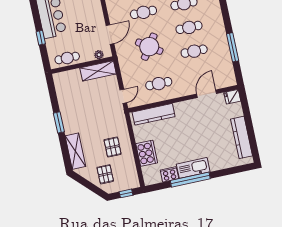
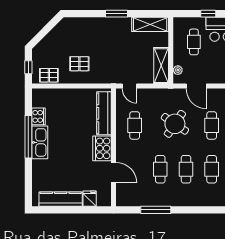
cafe table: (67, 58) -> (194, 42), moved
fridge: (232, 97) -> (90, 199), moved
shelving: (75, 151) -> (150, 24), moved
cooker: (147, 153) -> (102, 148), moved, turned 90
pallet: (105, 174) -> (49, 75), moved

